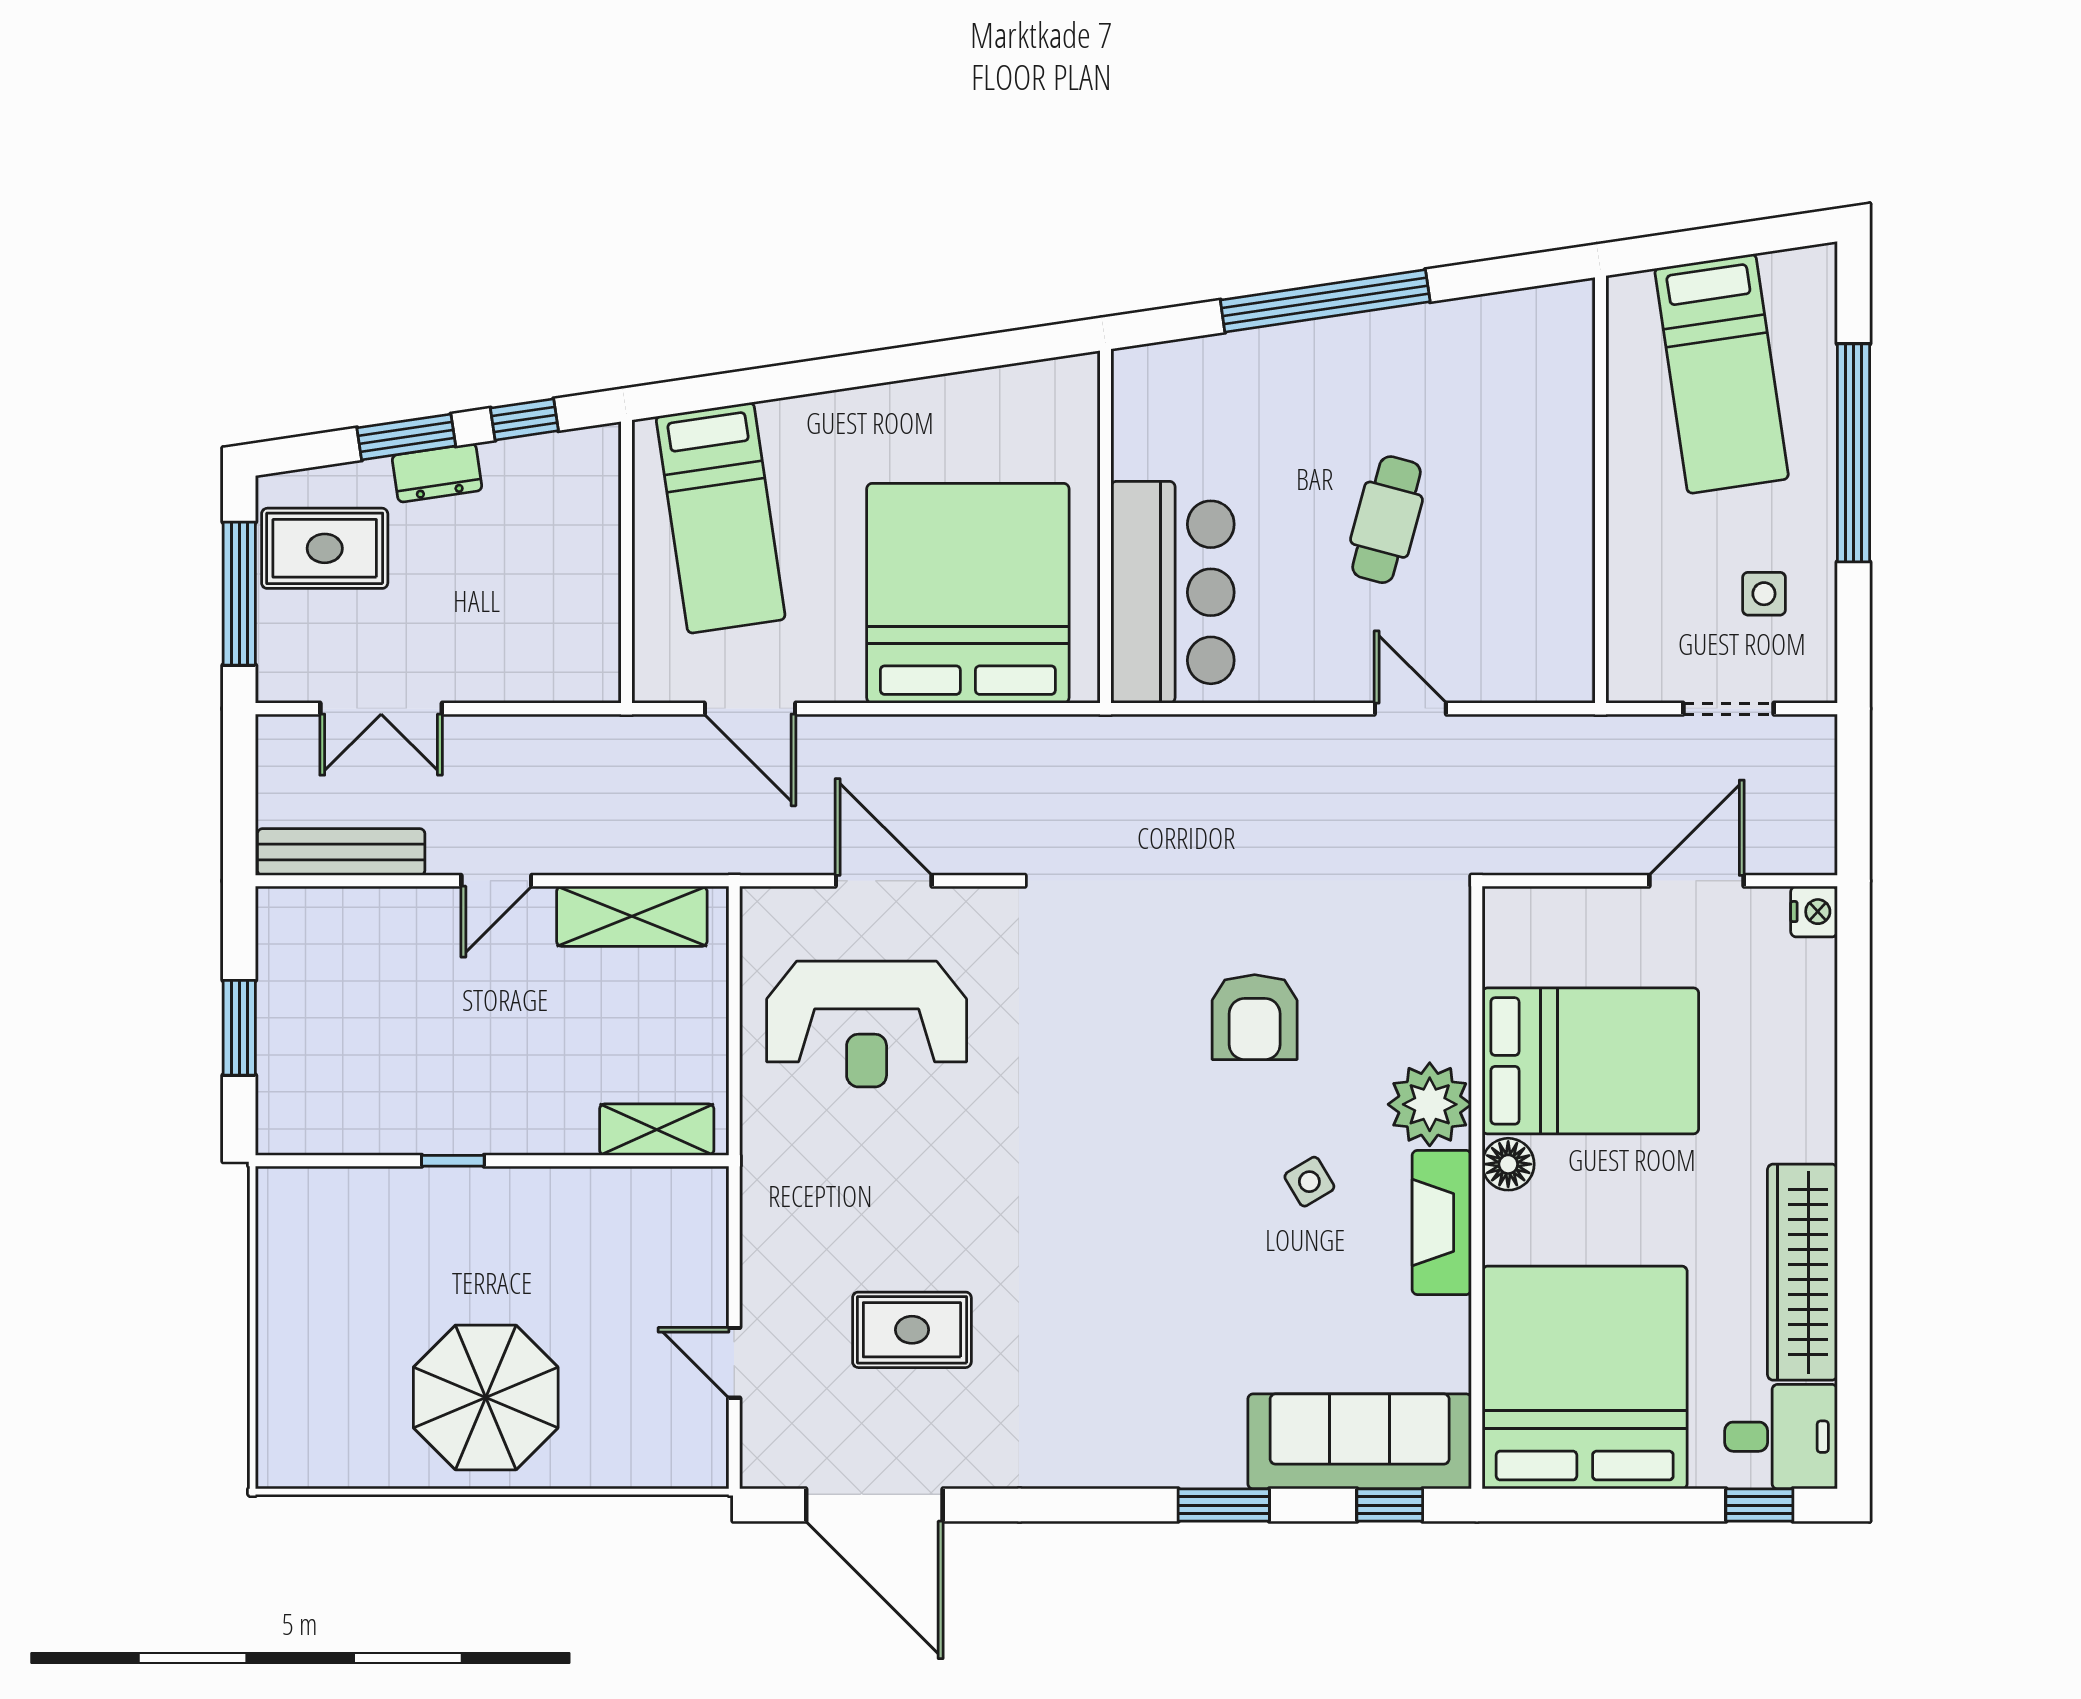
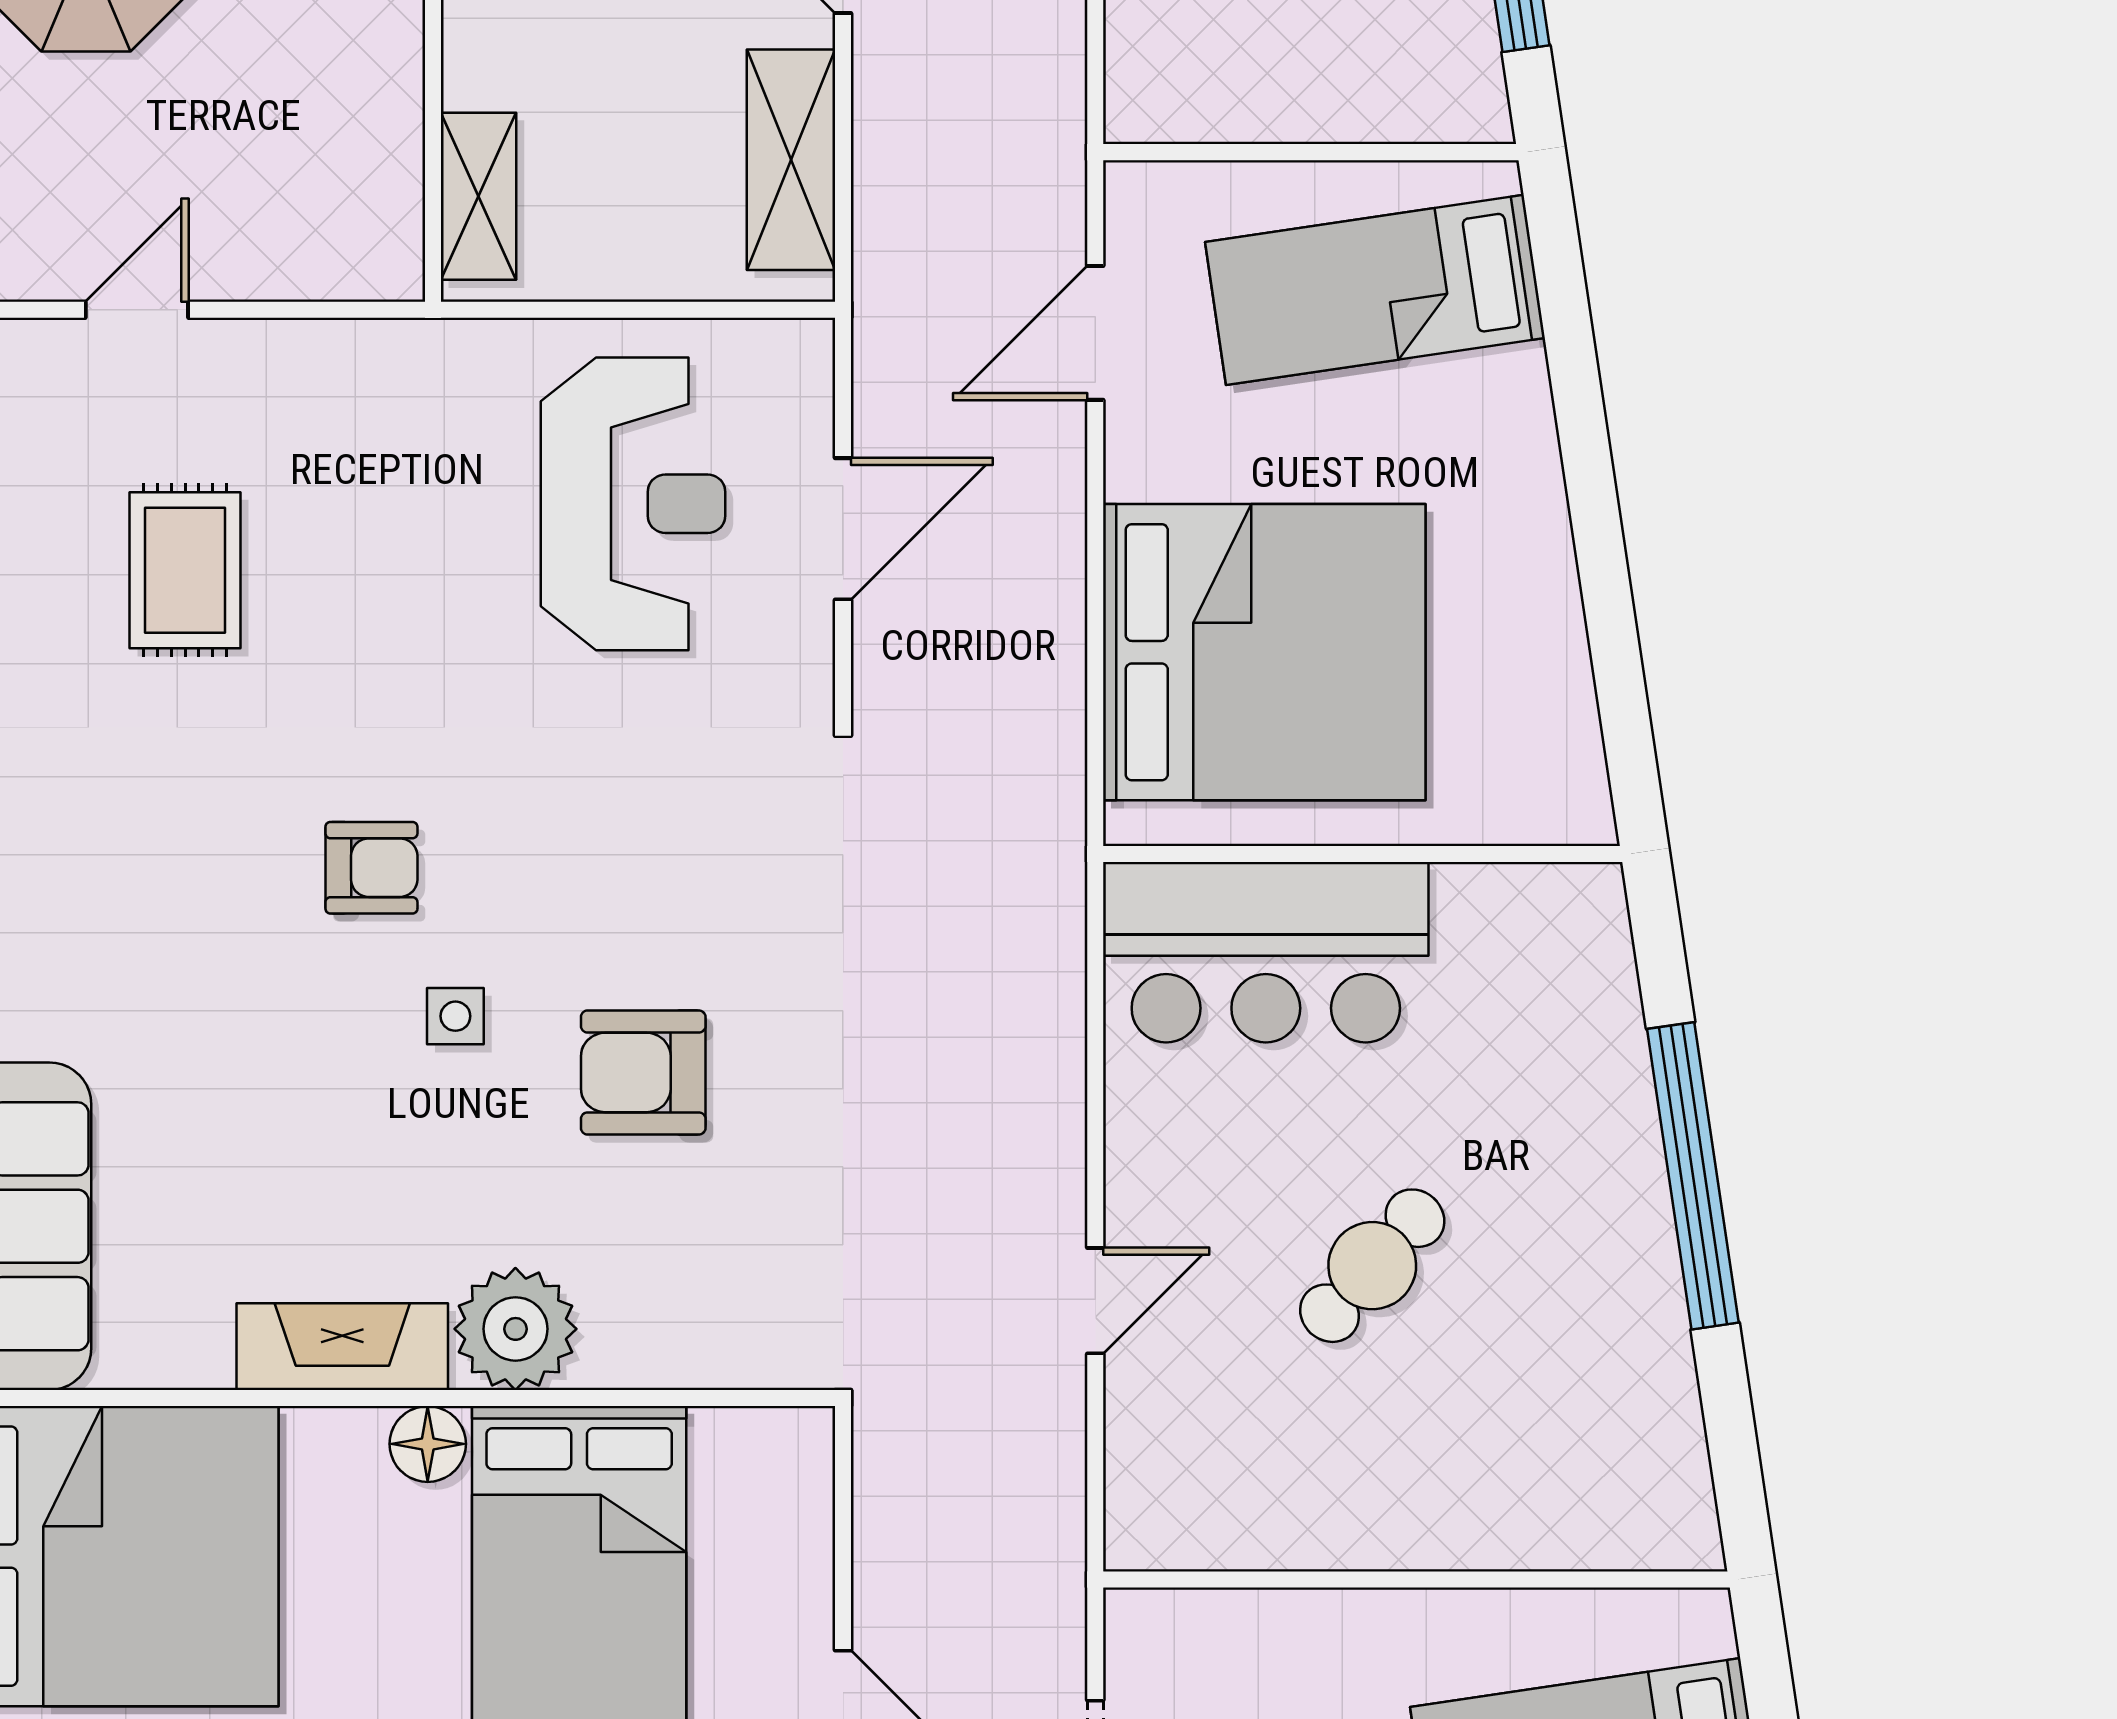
cafe table: (1386, 520) -> (1372, 1266), turned -63
reception desk: (867, 1024) -> (633, 504), turned 180
side table: (1309, 1182) -> (455, 1016), moved, turned 31
armchair: (1115, 1203) -> (371, 868), added

